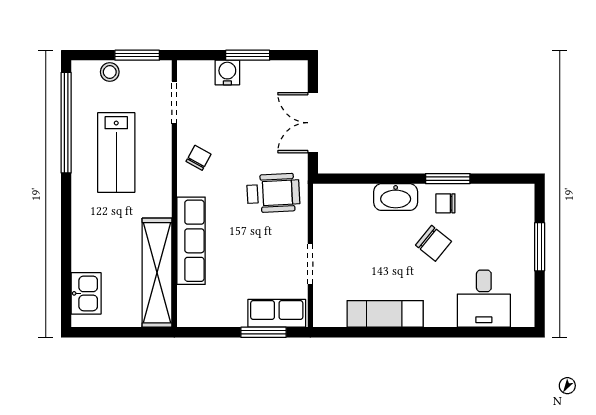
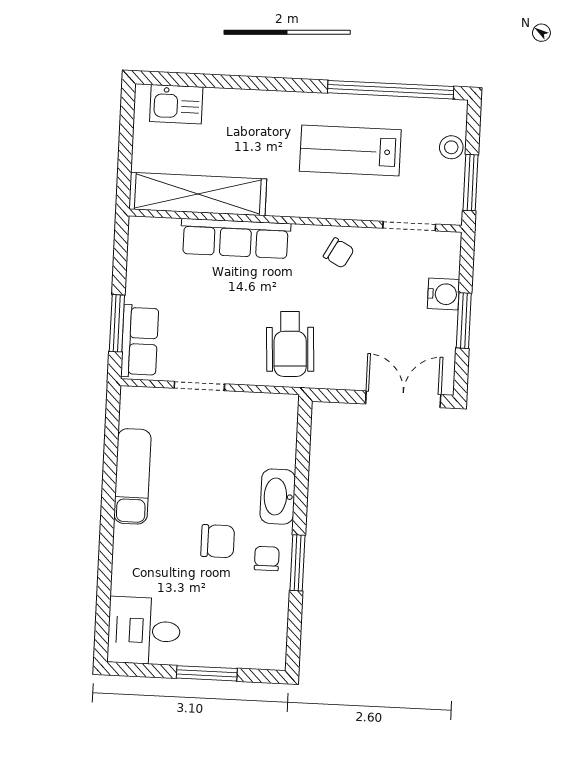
double door: (313, 123) -> (403, 399), moved
chair: (434, 243) -> (218, 541), turned -129
desk: (484, 299) -> (144, 631), moved

